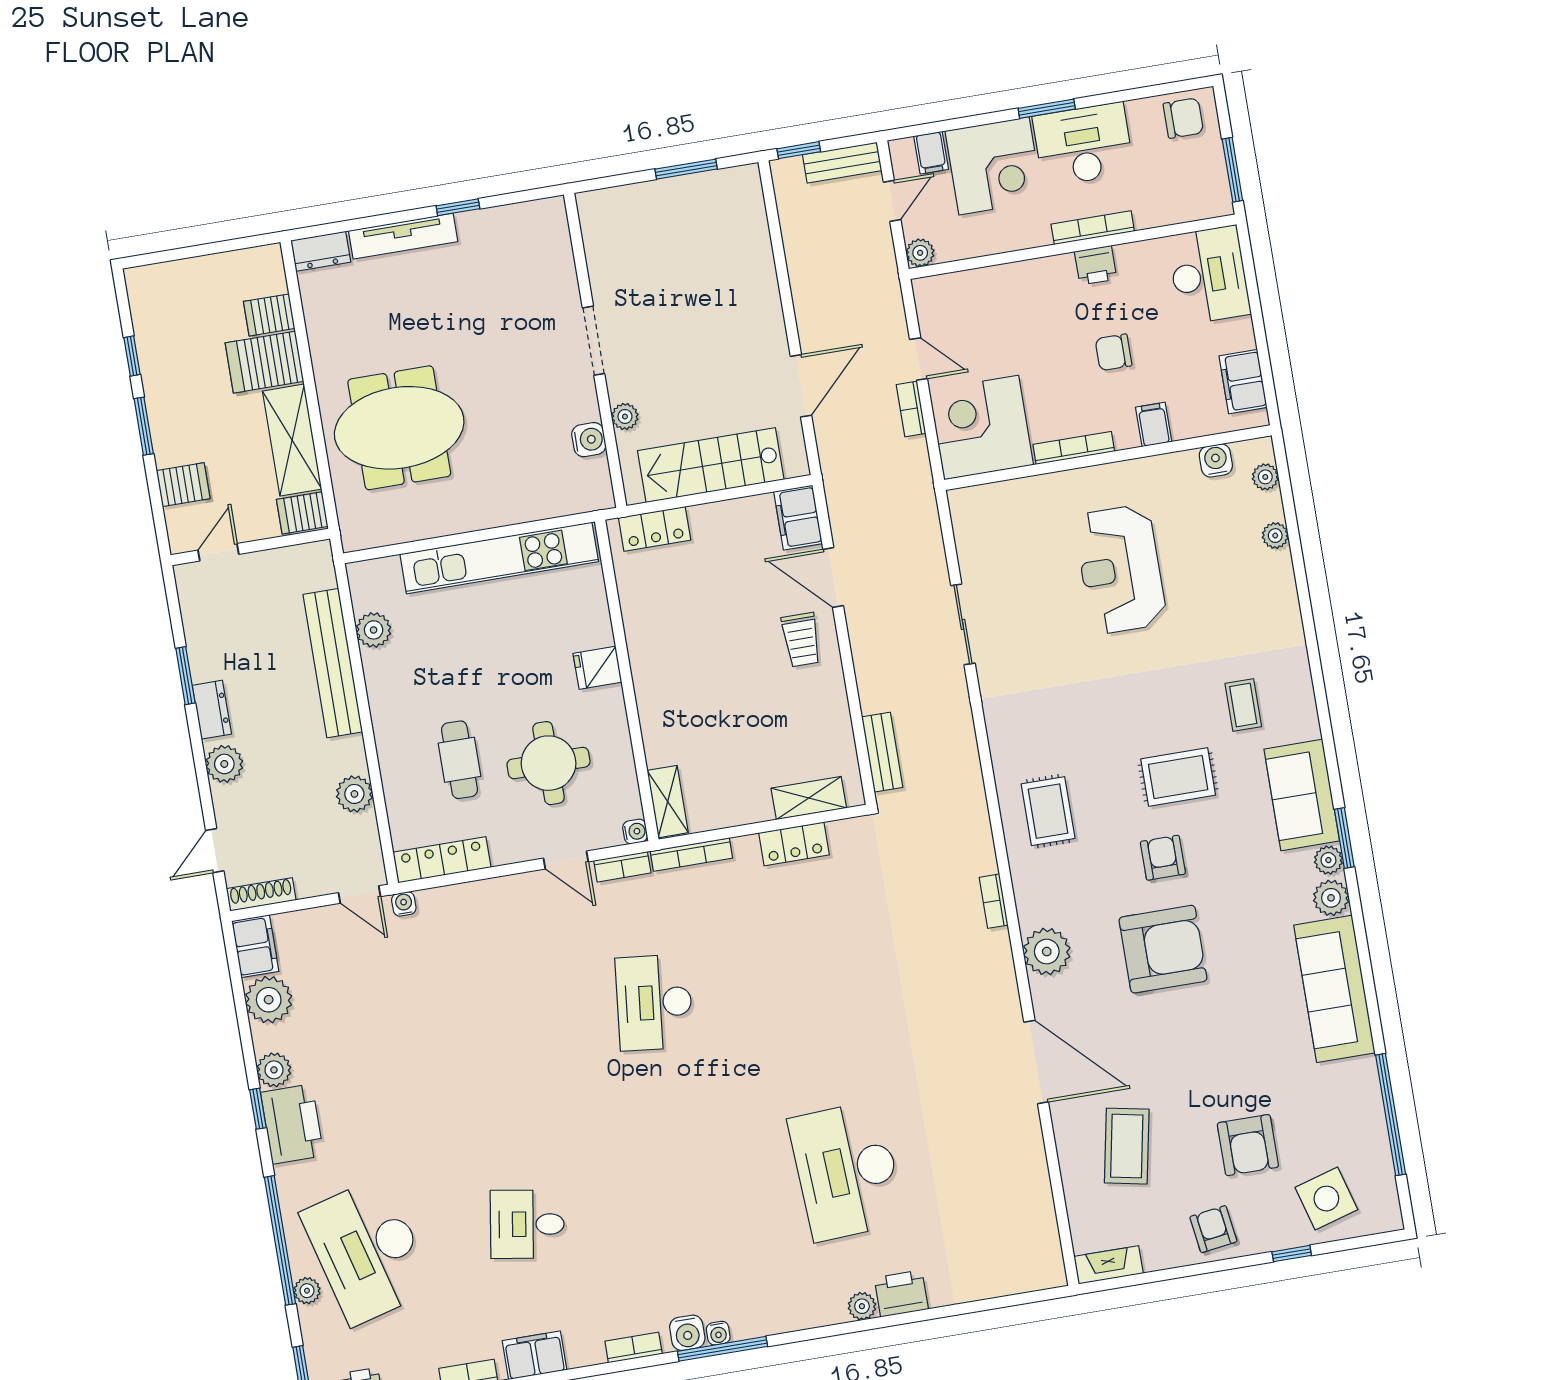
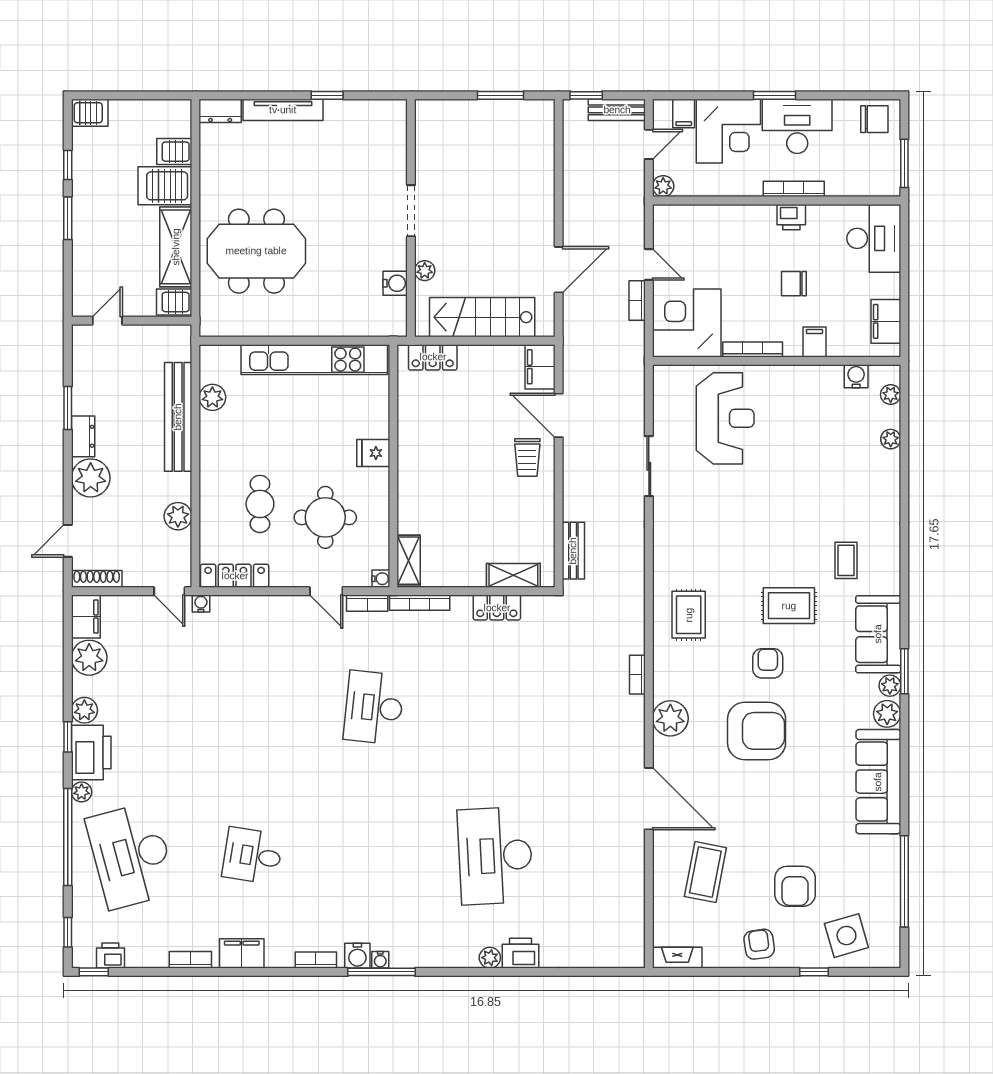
server rack: (183, 485) -> (90, 113), moved
reception desk: (1120, 569) -> (725, 418), moved, turned 180
plant: (224, 764) -> (91, 478), width x1.36, depth x1.36
plant: (307, 1291) -> (82, 792), moved

